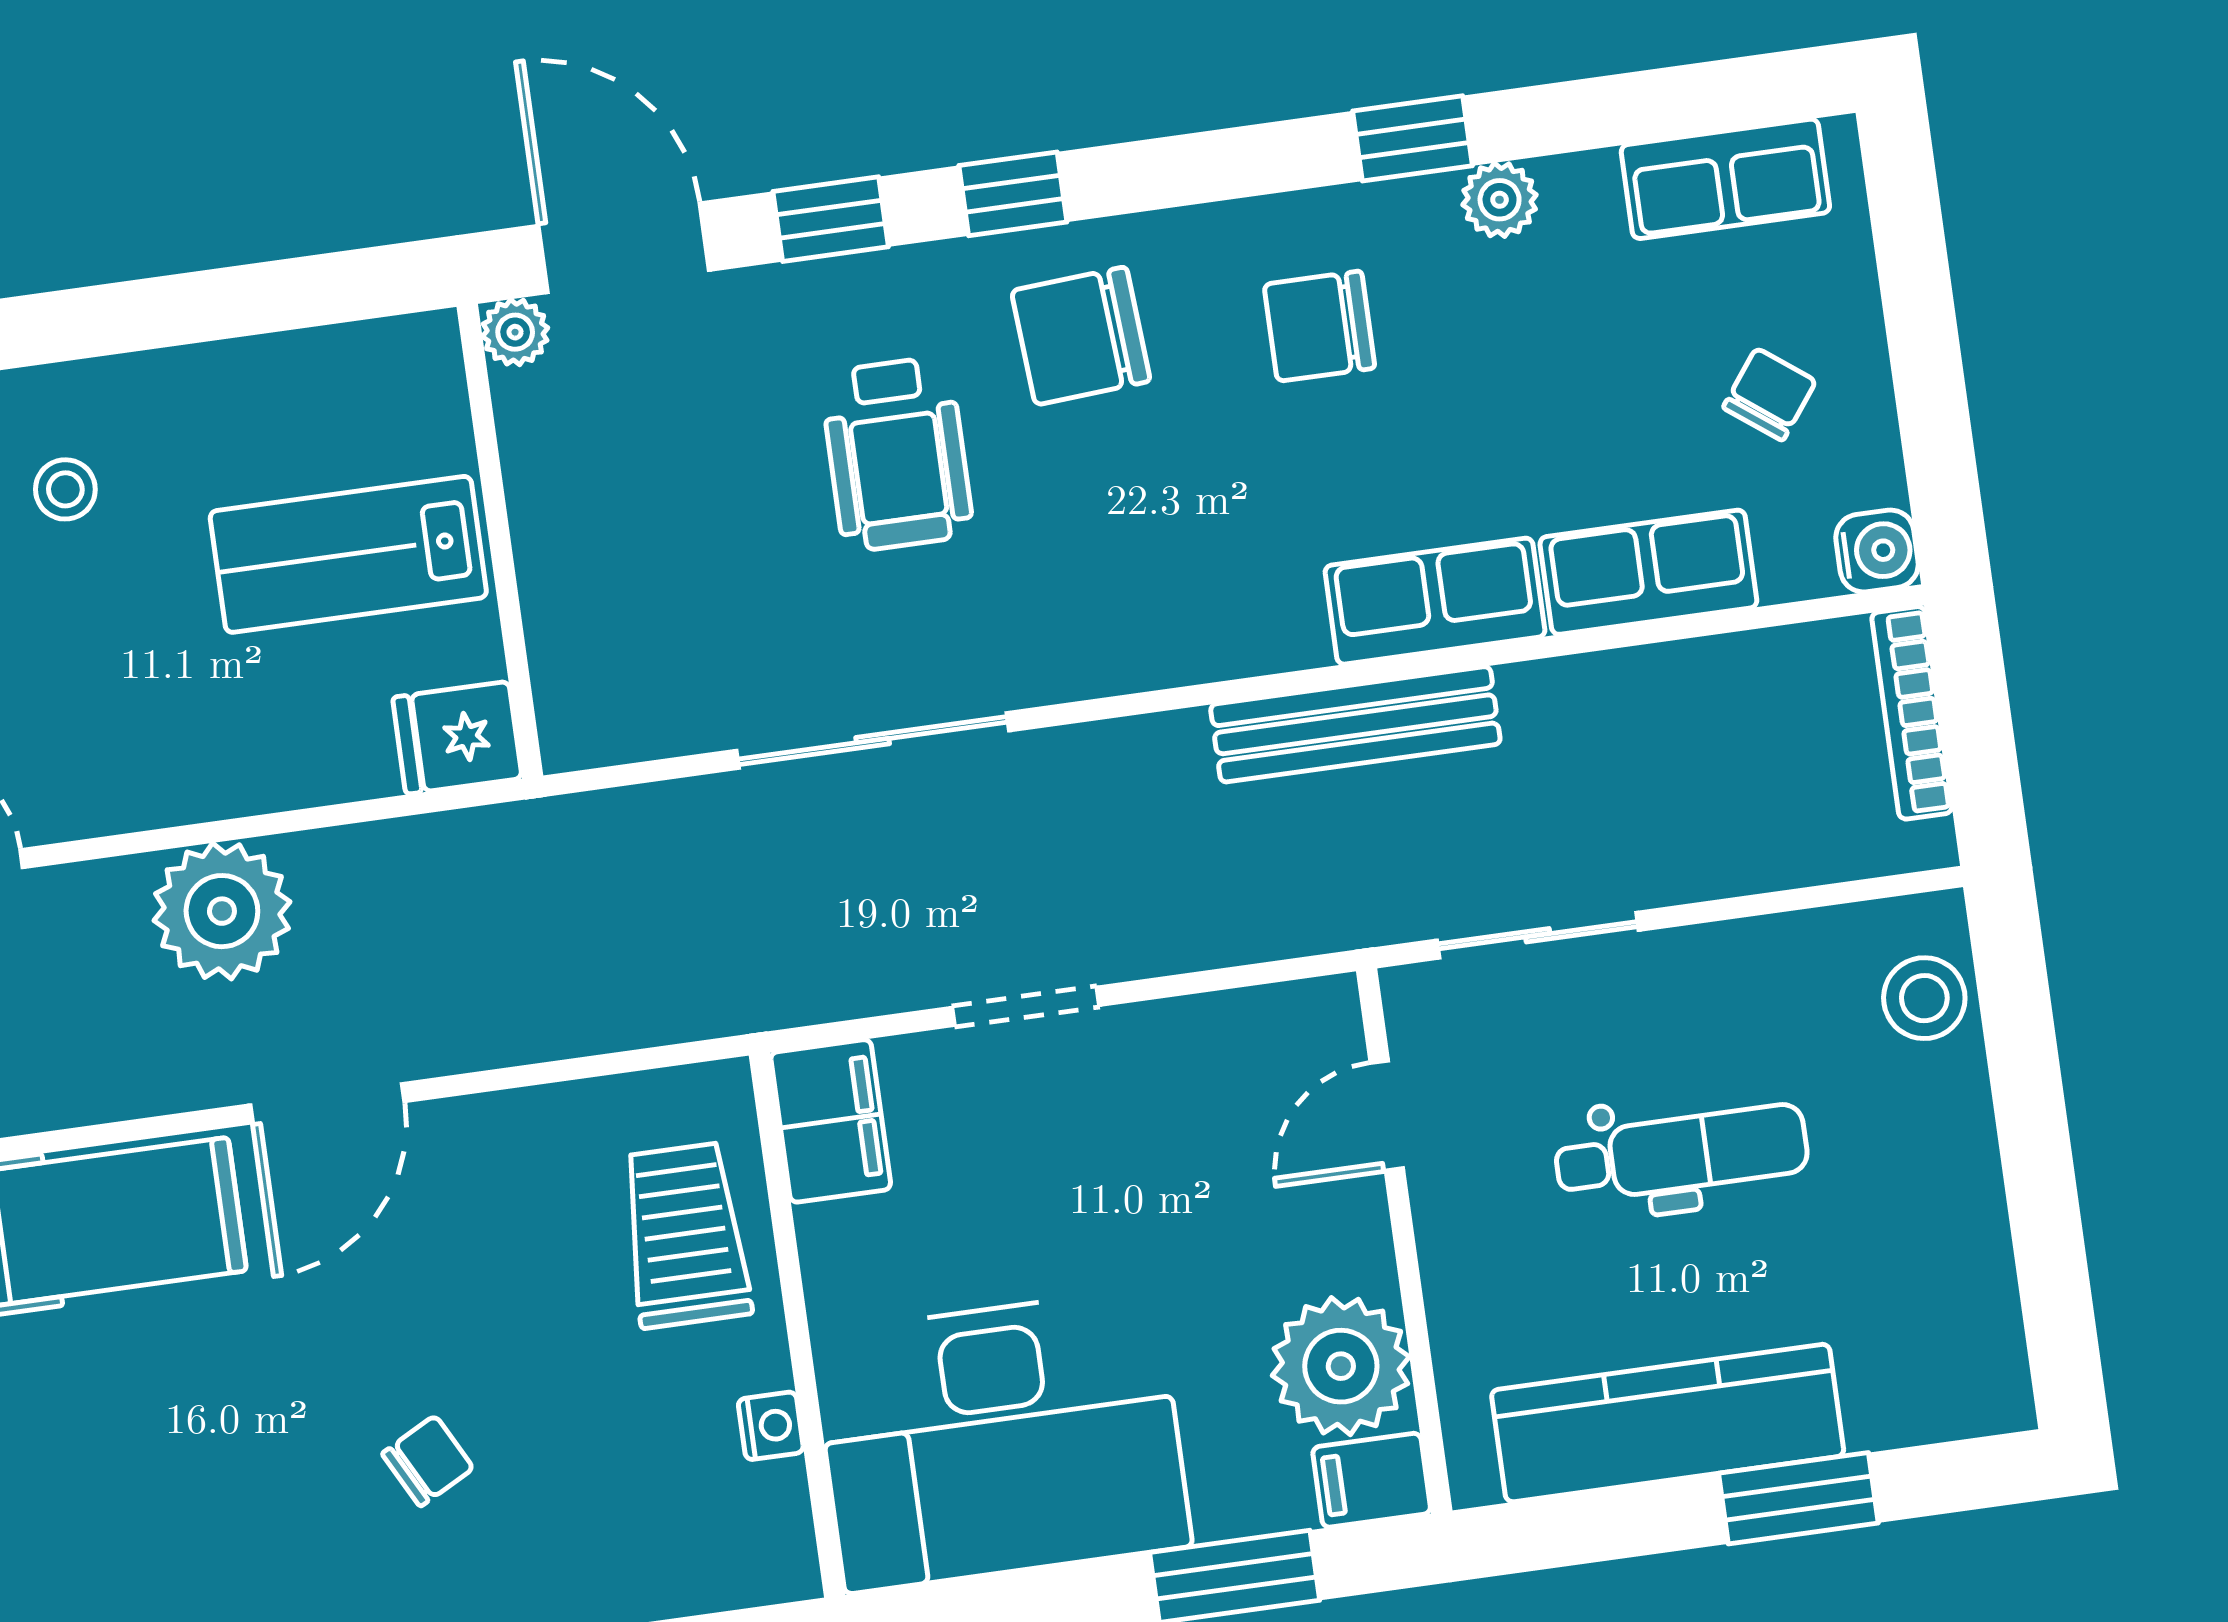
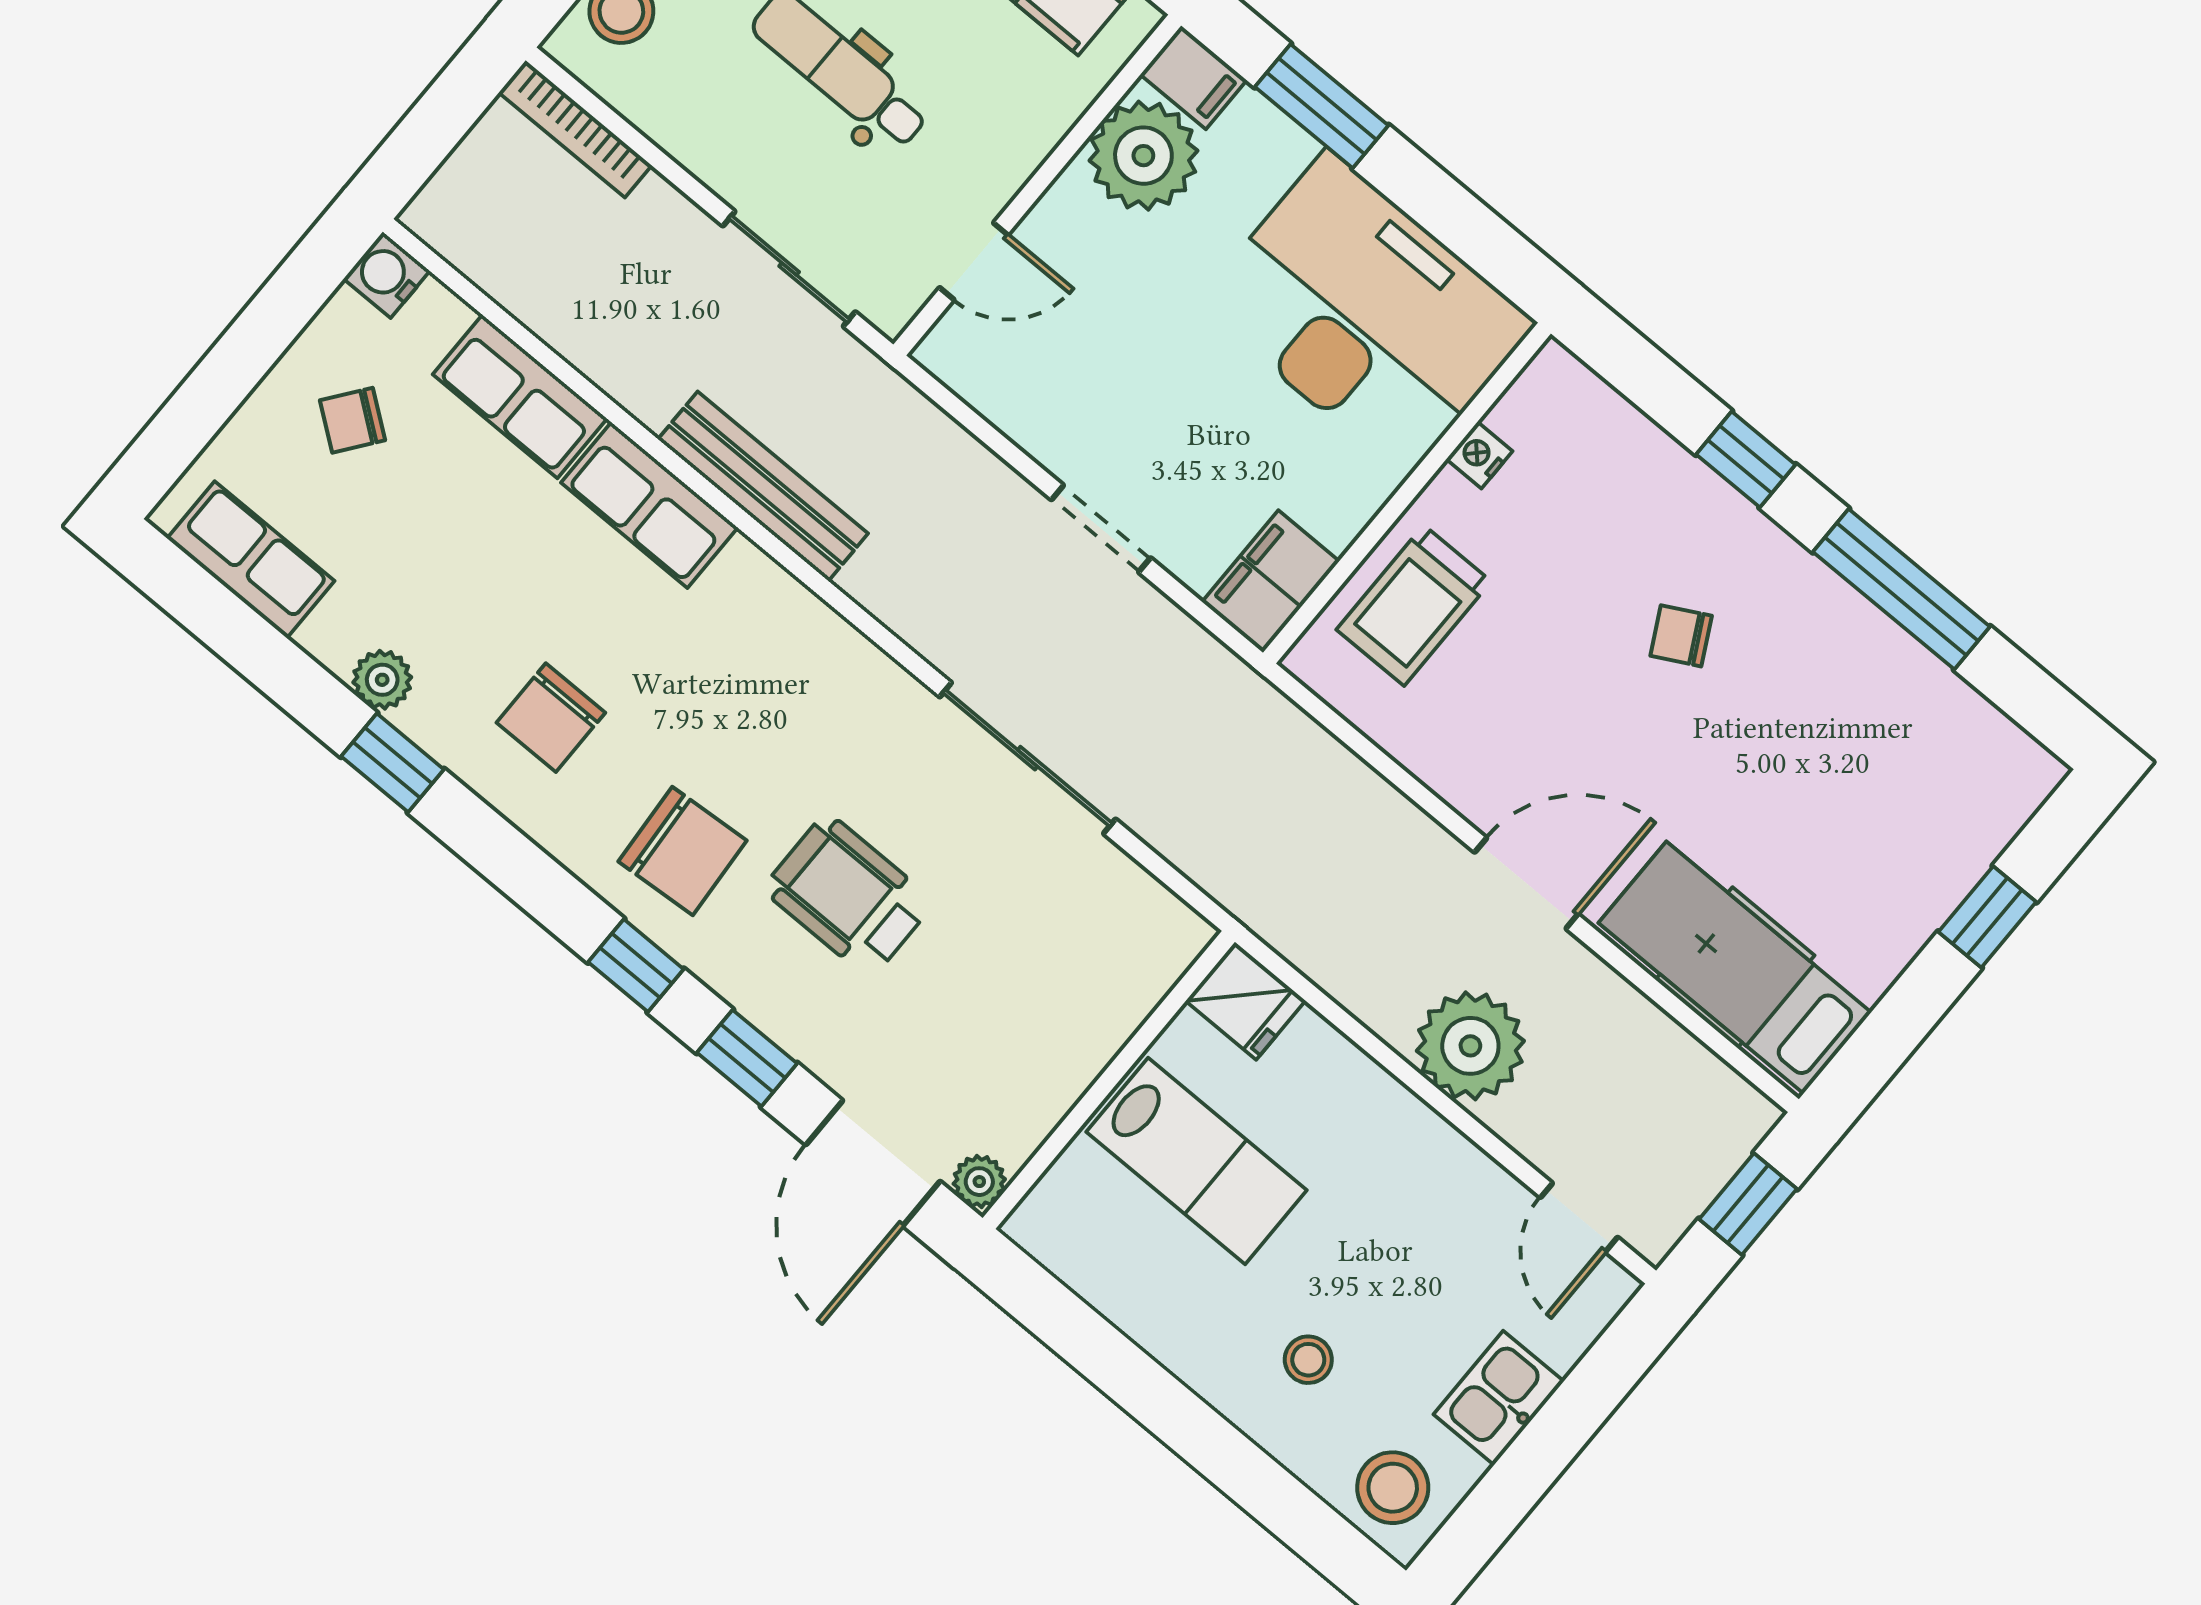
chair: (1319, 326) -> (551, 718), turned 90
wheelchair: (897, 454) -> (848, 896), turned -90
bookcase: (1912, 713) -> (575, 129), moved, turned 90

